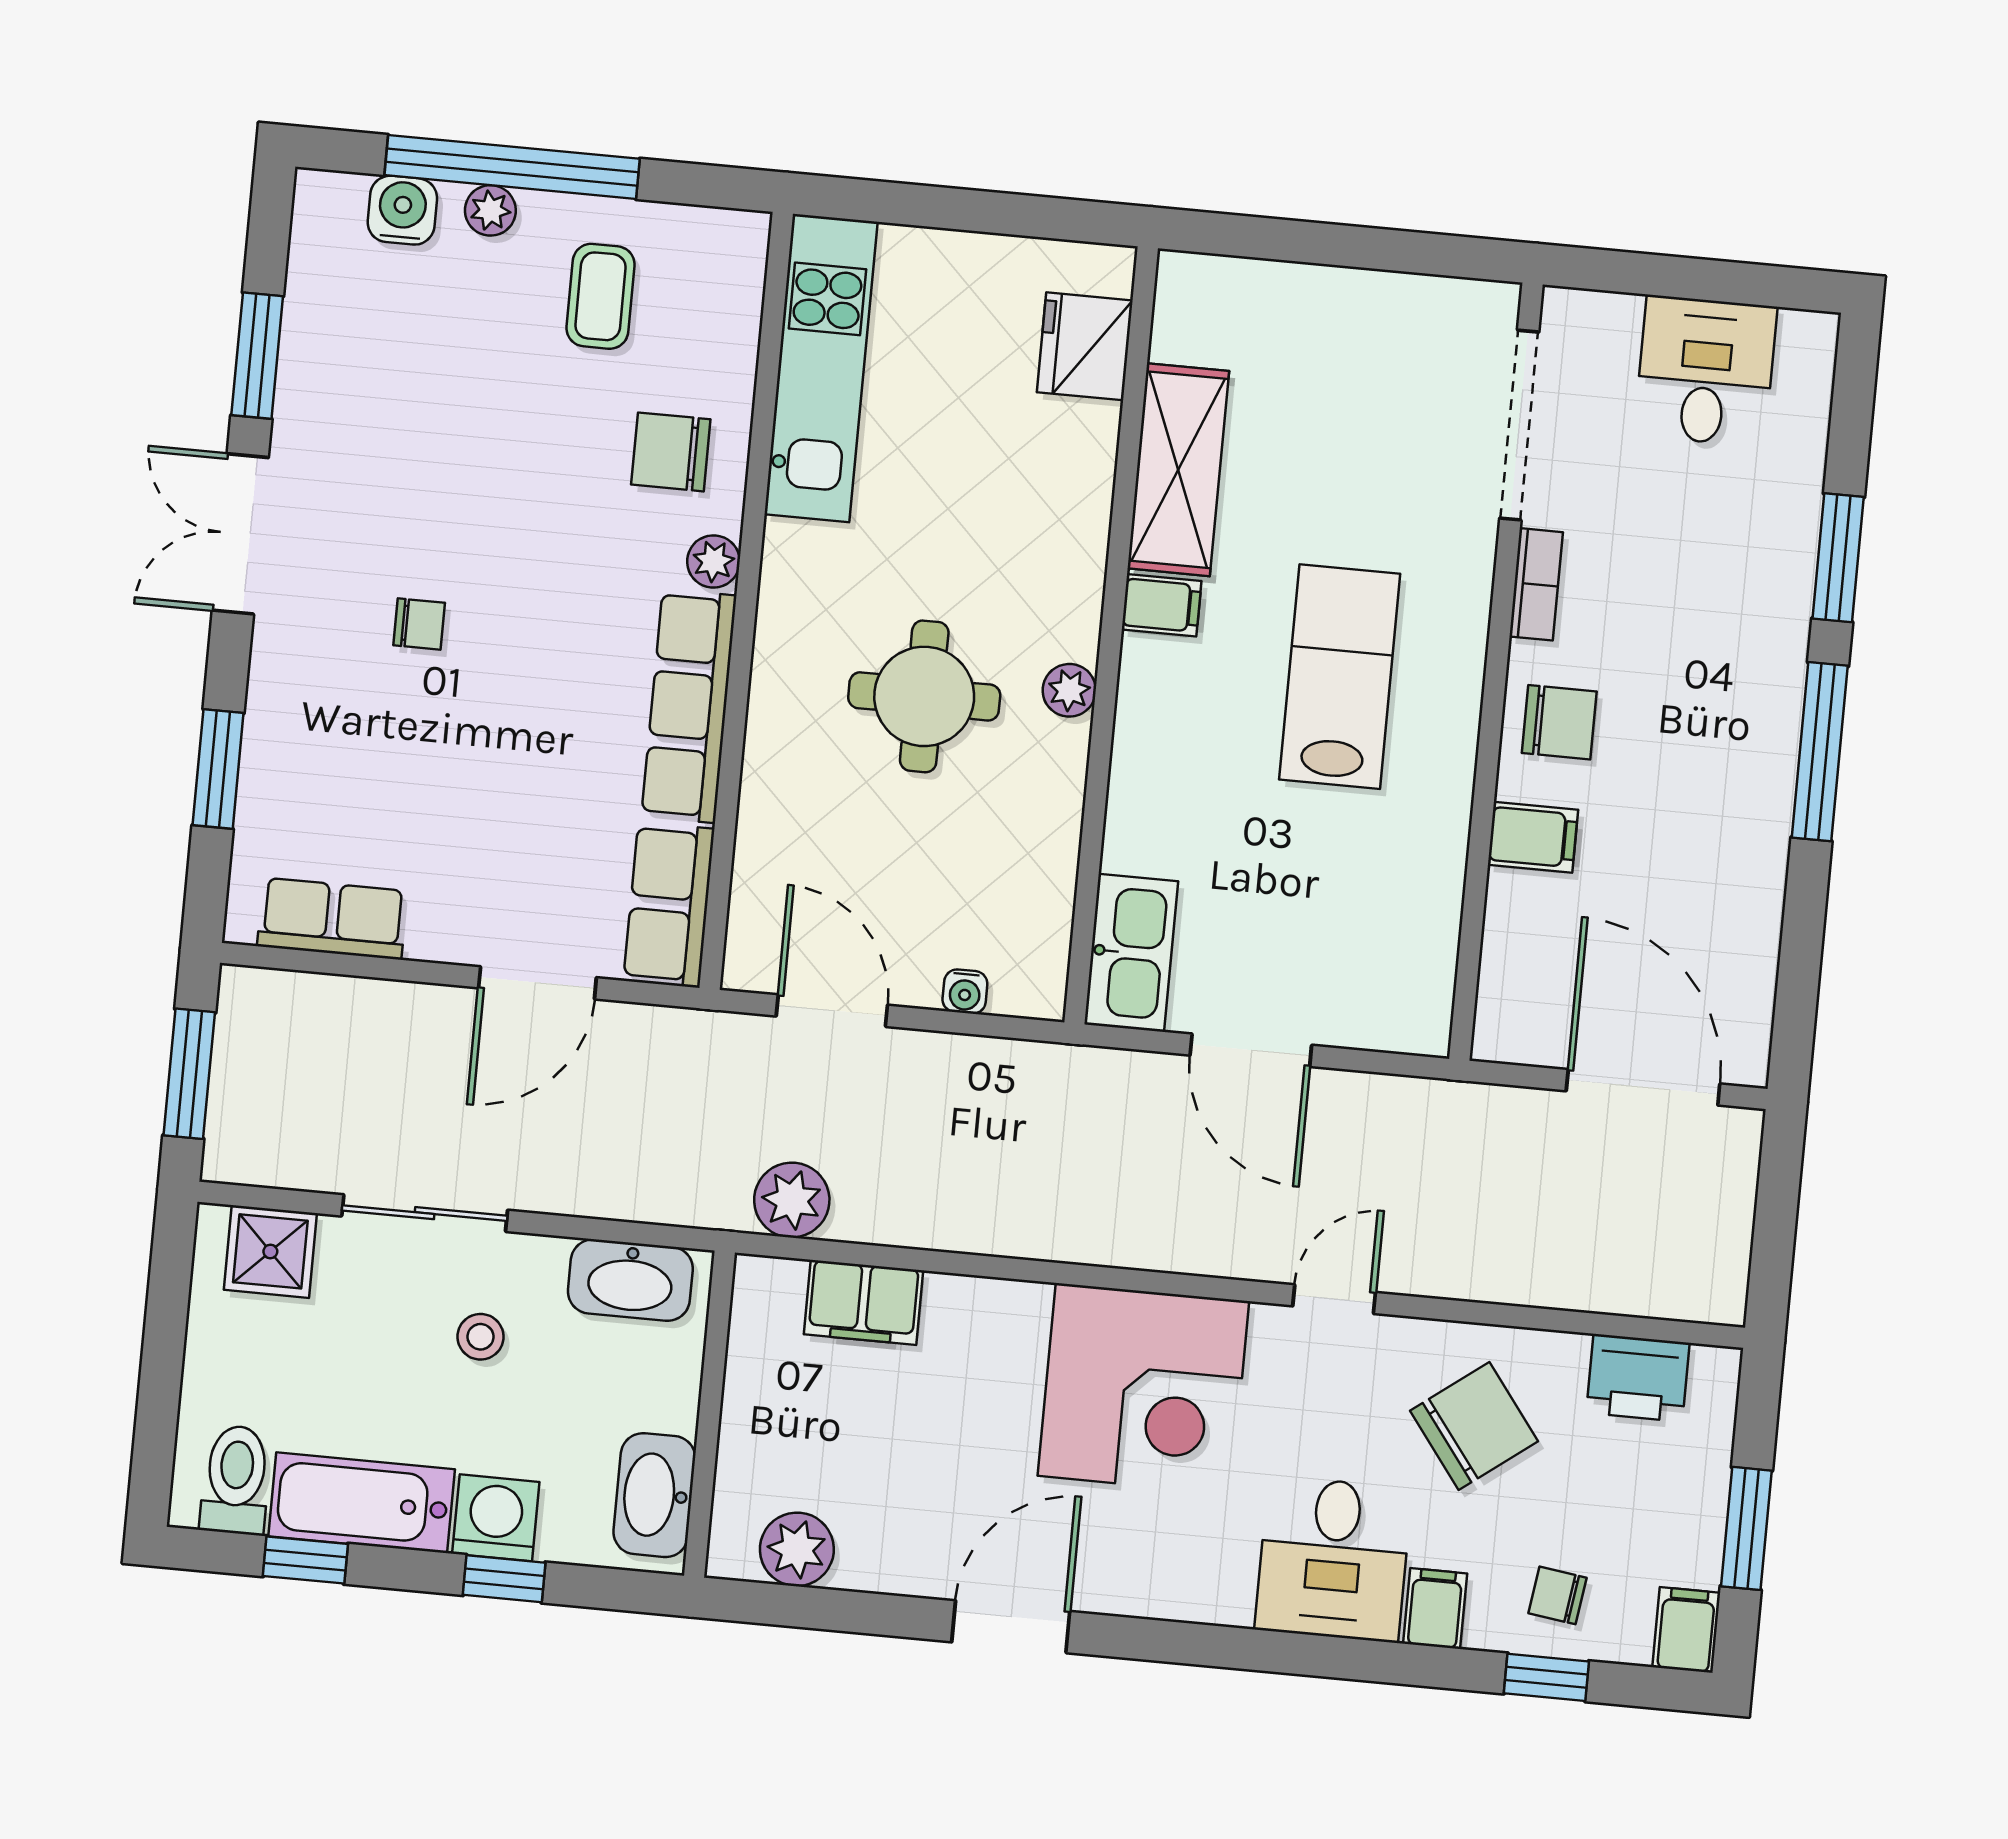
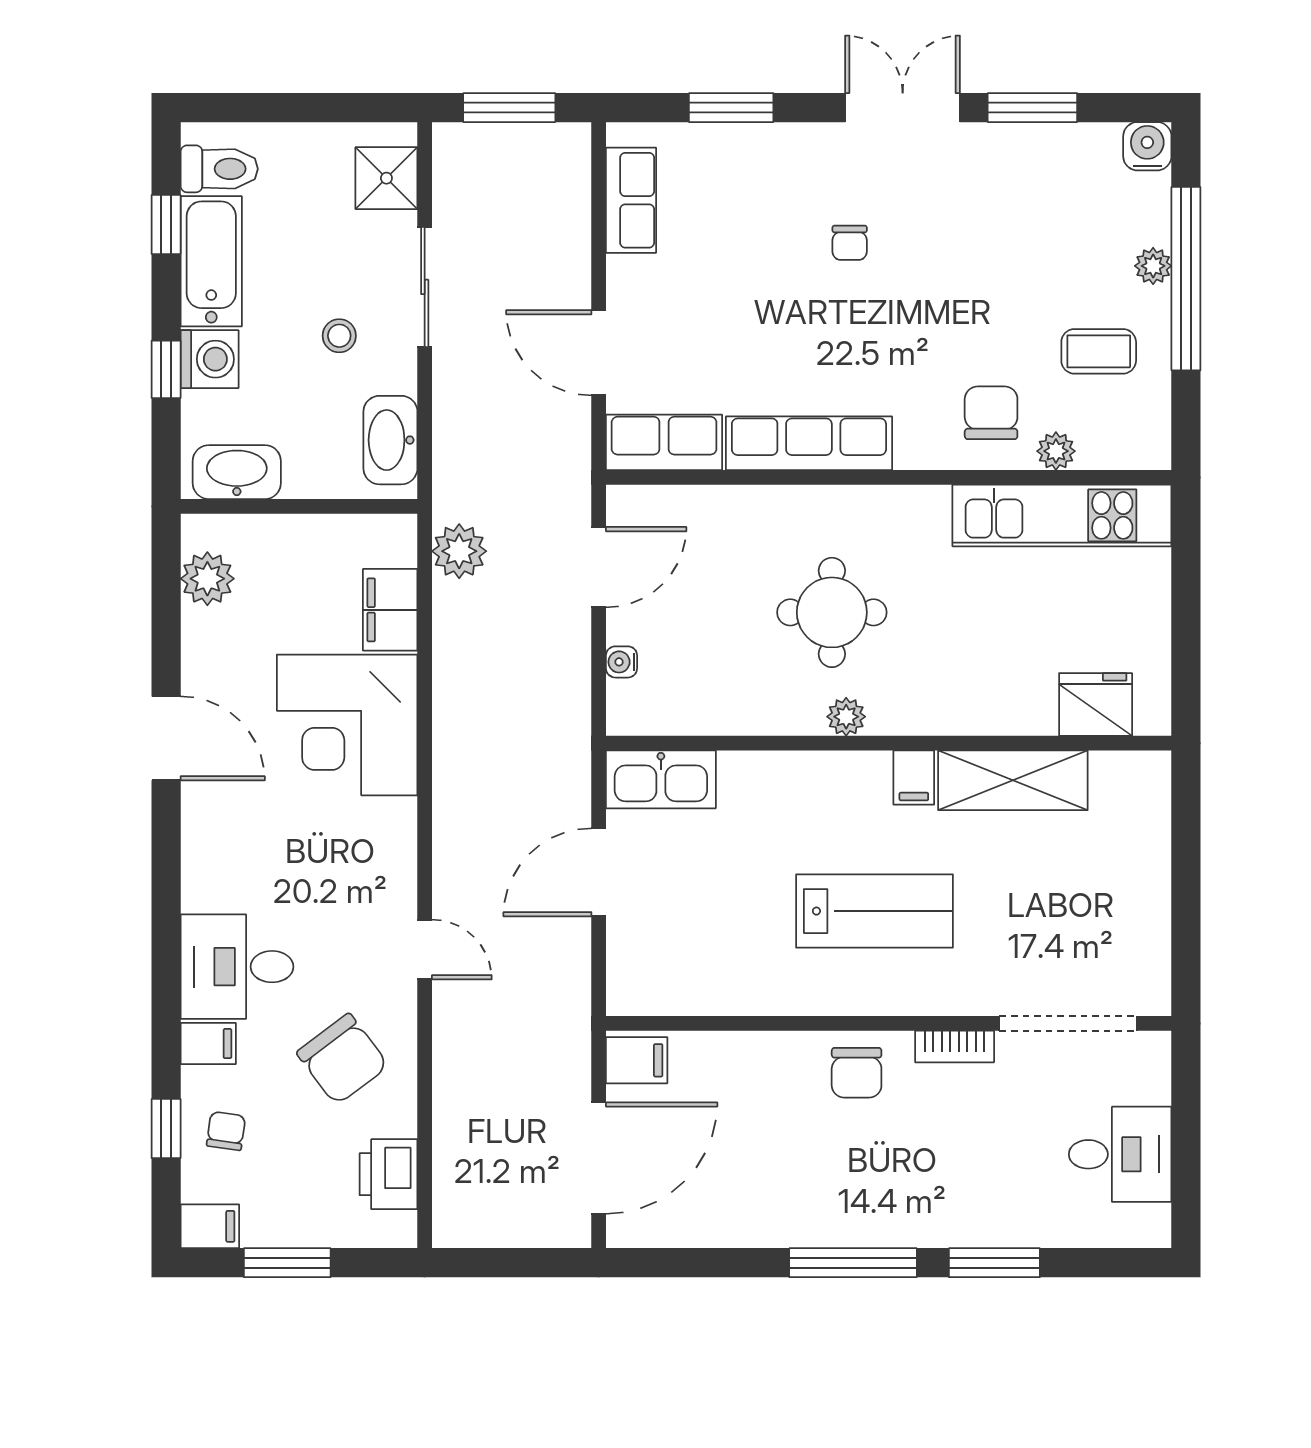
water cooler: (402, 210) -> (1147, 146), moved, turned -90
plant: (713, 561) -> (1056, 451), moved
filing cabinet: (1533, 837) -> (637, 1060), moved, turned -90
corner desk: (1143, 1389) -> (347, 725), moved

